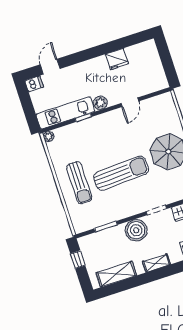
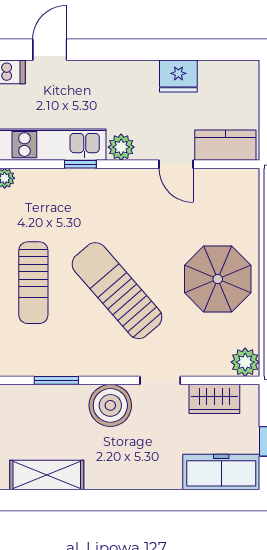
kitchen counter: (151, 85) -> (225, 145), added
door: (130, 102) -> (176, 164), hinge flipped
sun lounger: (121, 173) -> (117, 291), turned -128
shelving: (156, 263) -> (128, 479), removed

